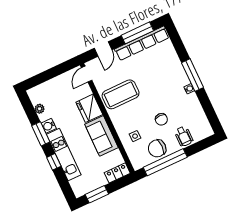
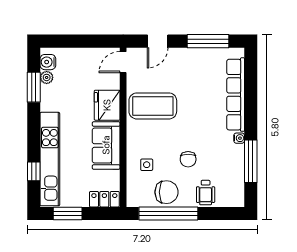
row of seats: (142, 43) -> (236, 95), moved, turned 90
window: (192, 75) -> (251, 161), moved
water cooler: (49, 126) -> (48, 62), moved
window: (41, 134) -> (34, 87), moved
chair: (157, 148) -> (166, 192), turned 180
kitchen unit: (64, 155) -> (50, 159), width x1.36
window: (54, 162) -> (34, 171), moved

